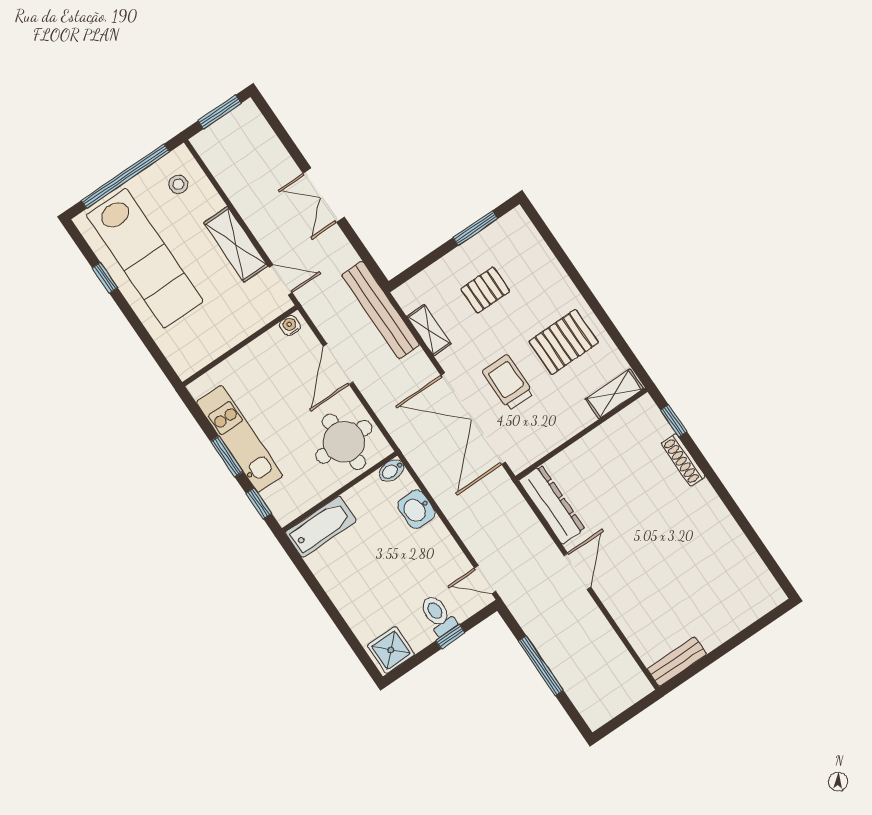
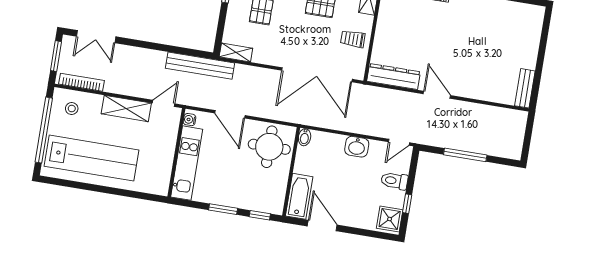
bookcase: (217, 168) -> (81, 82), added
double door: (324, 195) -> (96, 37), moved
window: (105, 278) -> (83, 186), removed
bench: (381, 310) -> (200, 66), moved
shelving: (429, 330) -> (236, 53), moved
trolley: (508, 382) -> (353, 39), moved, width x0.73, depth x0.72
kitchen unit: (240, 439) -> (187, 163), moved, turned 90
washbasin: (416, 509) -> (357, 147), moved
door: (313, 583) -> (322, 226), added
window: (450, 637) -> (407, 204), moved

